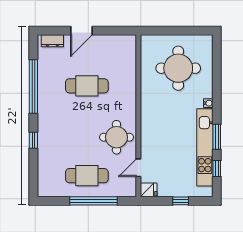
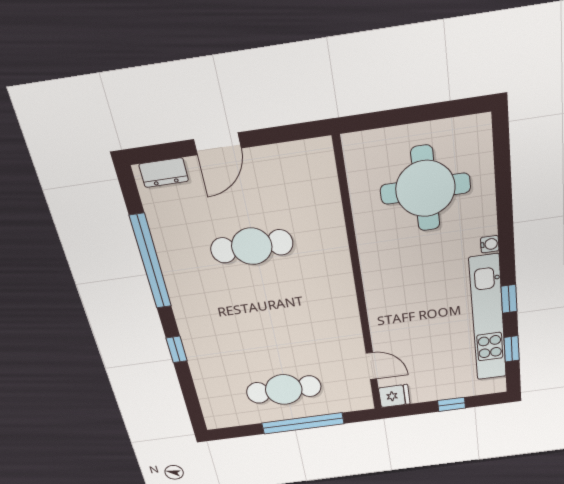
round table: (116, 137) -> (324, 325), removed
window: (217, 137) -> (509, 299), width x0.67
door: (138, 168) -> (371, 366), swing flipped

